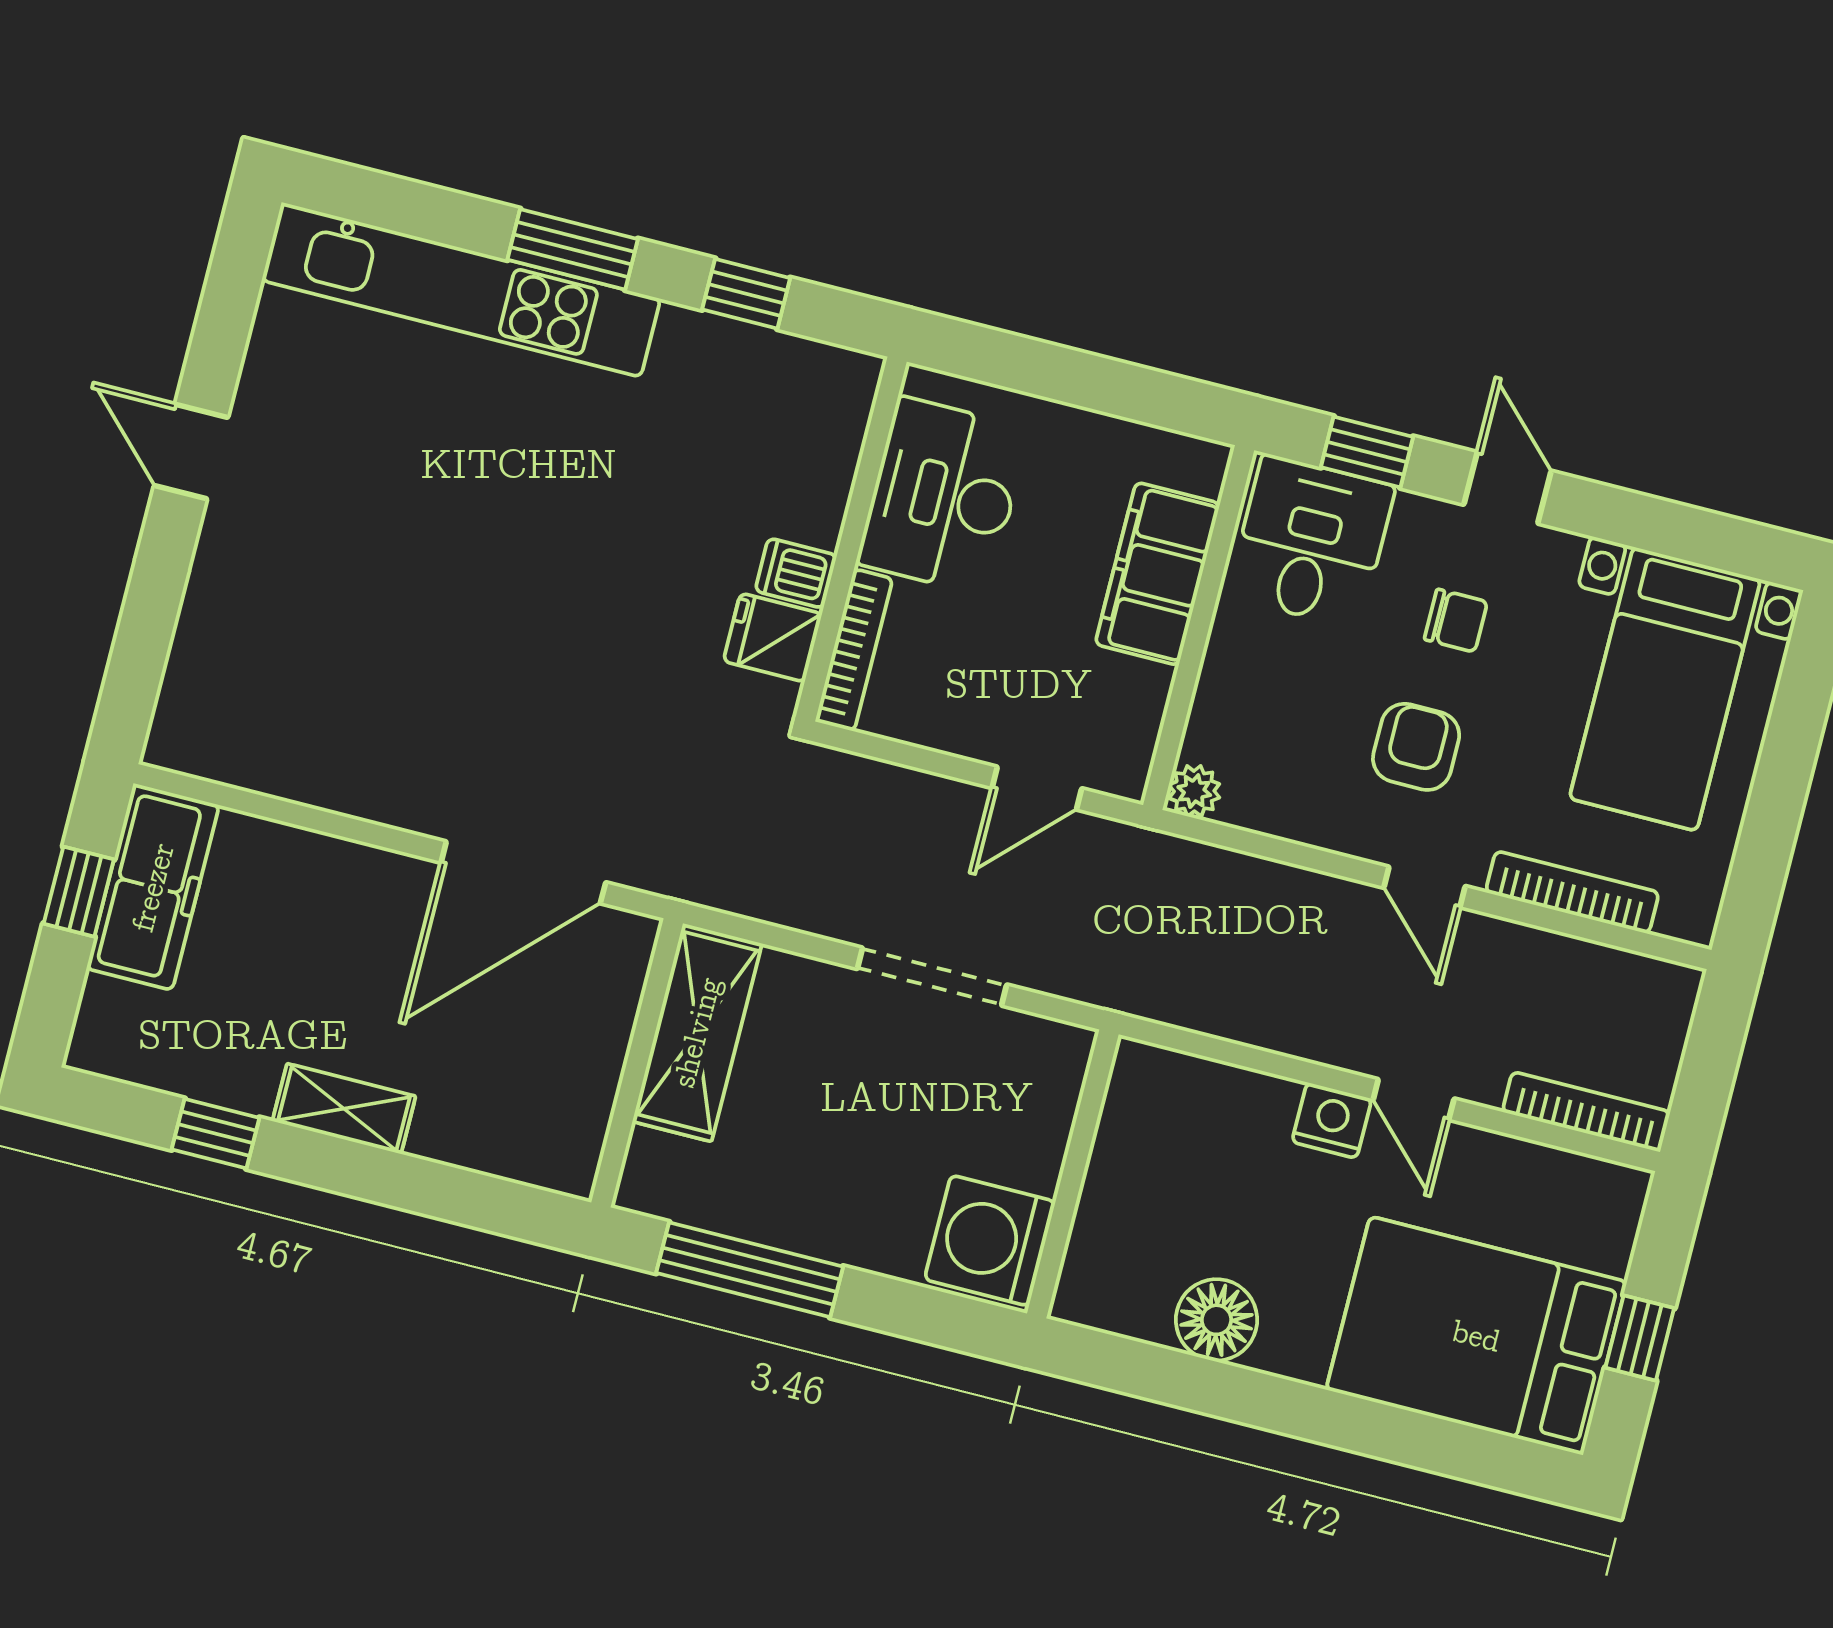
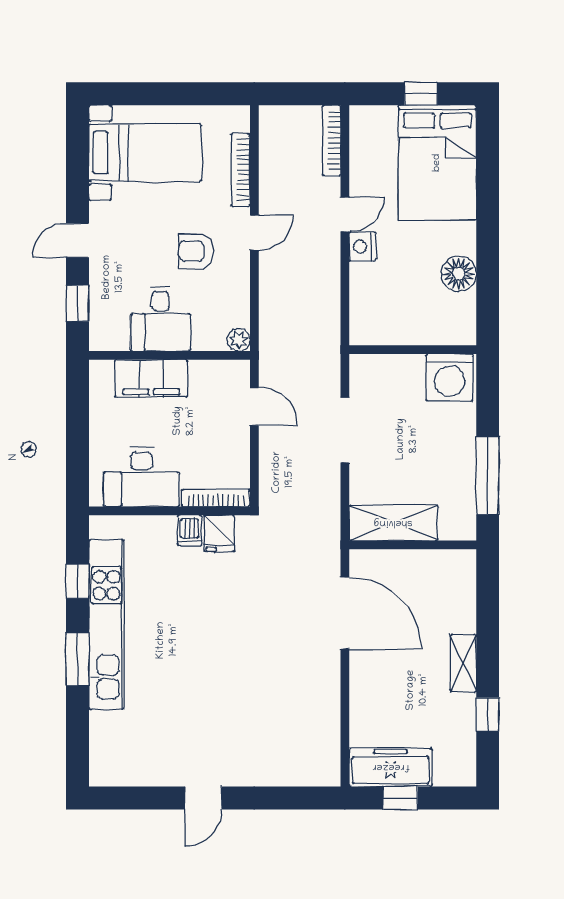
kitchen unit: (461, 290) -> (106, 624), moved
desk: (1311, 541) -> (161, 319), moved, turned -90
chair: (1456, 621) -> (139, 248), removed

